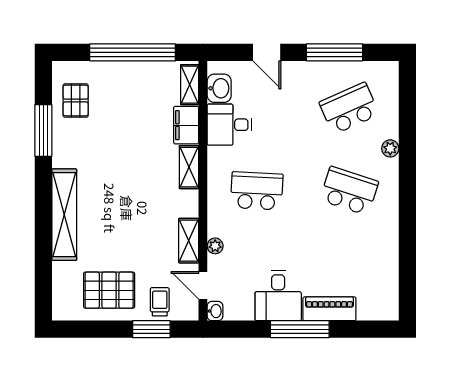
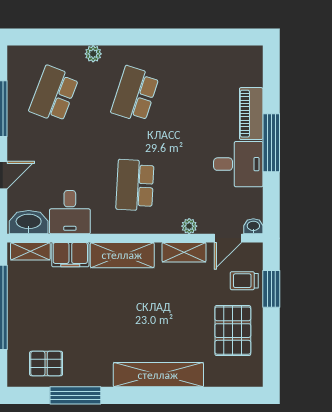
washbasin: (219, 88) -> (29, 222), width x1.38
school desk: (349, 108) -> (54, 94), turned 45
shelving: (189, 167) -> (122, 255), width x1.50, depth x1.33

